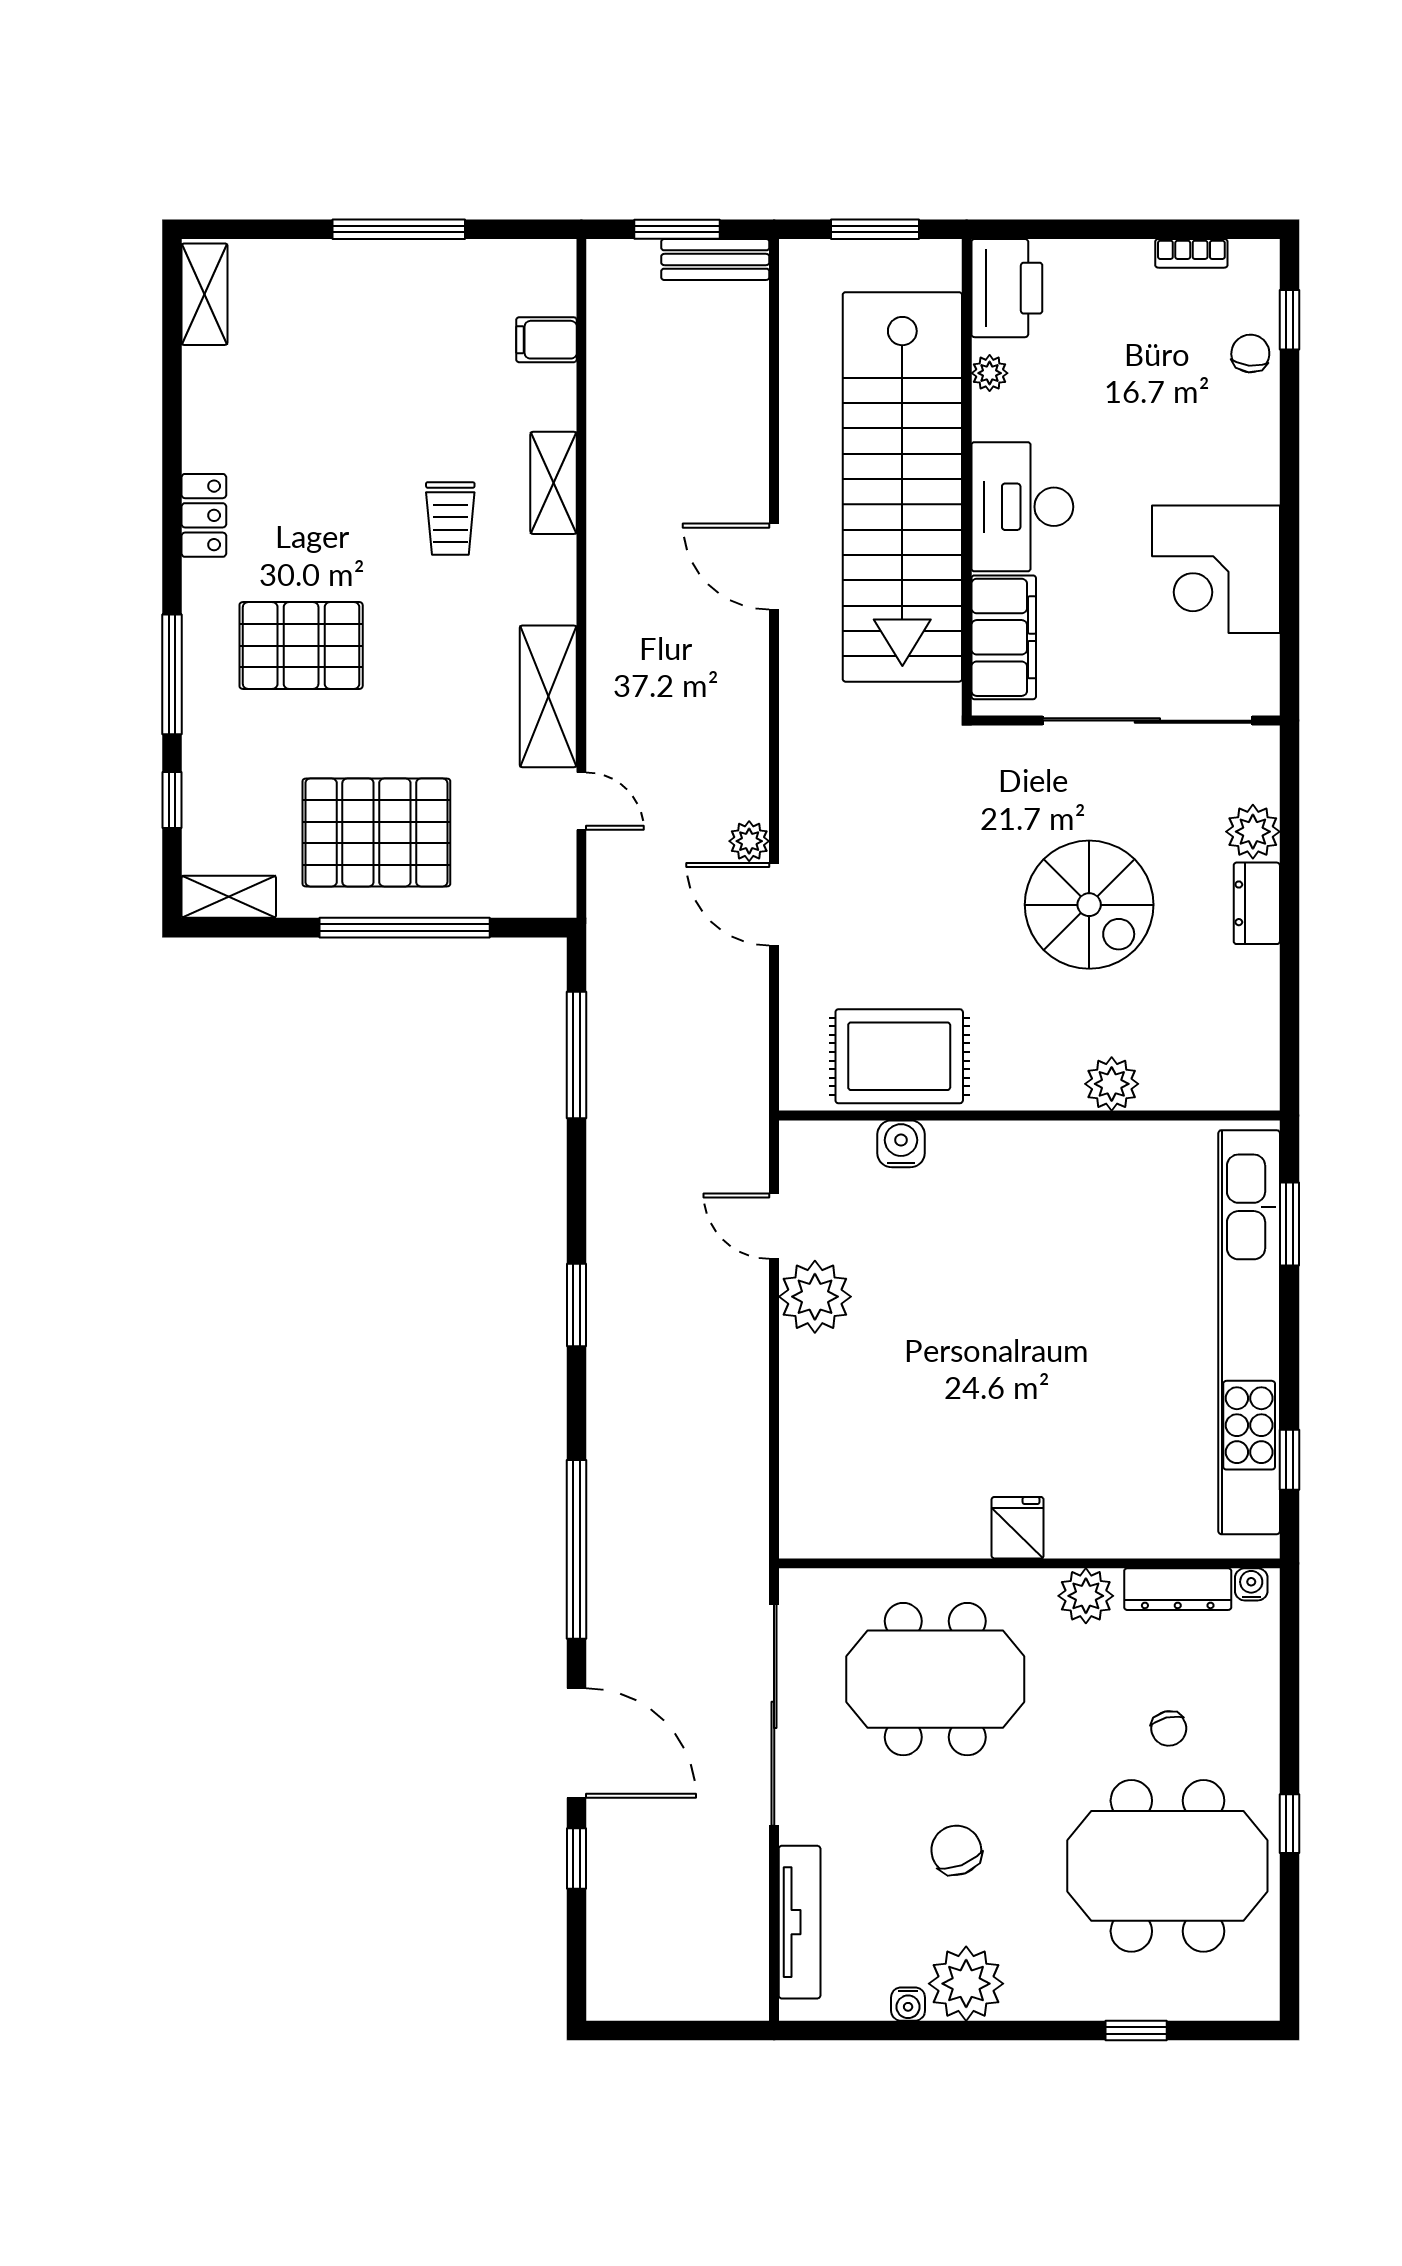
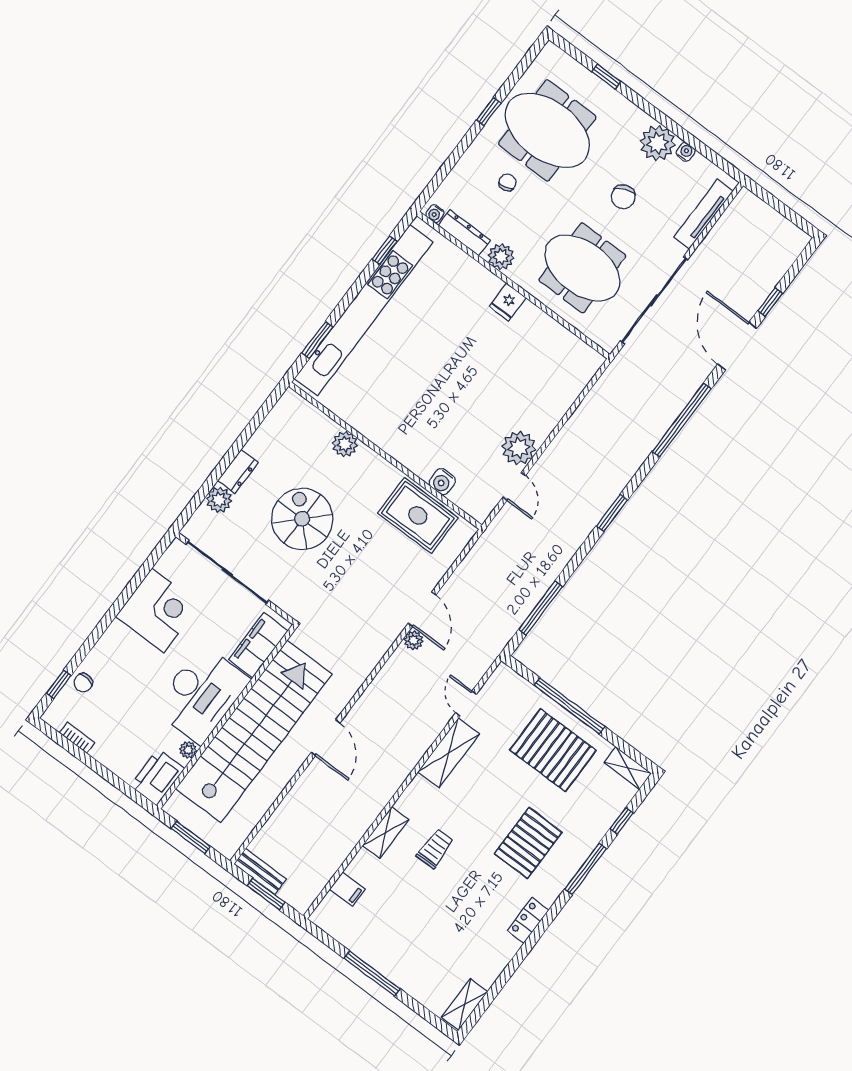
desk: (1022, 507) -> (201, 694), width x1.36, depth x1.30
pallet: (301, 646) -> (528, 843), turned 90

